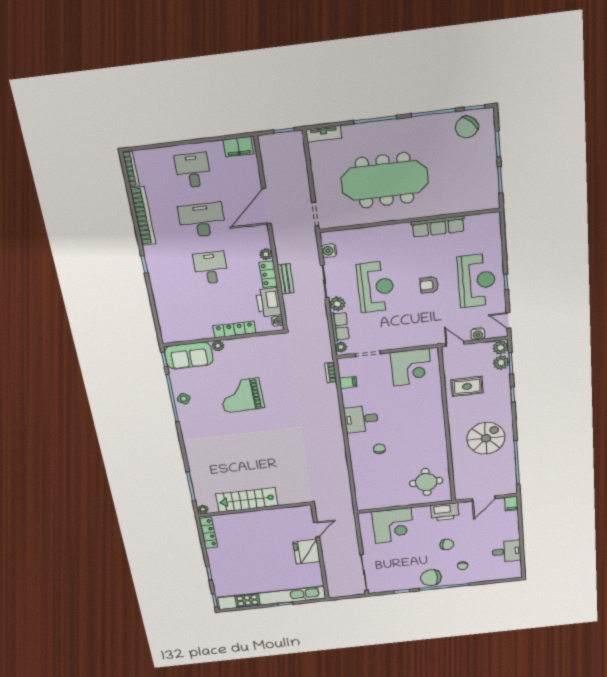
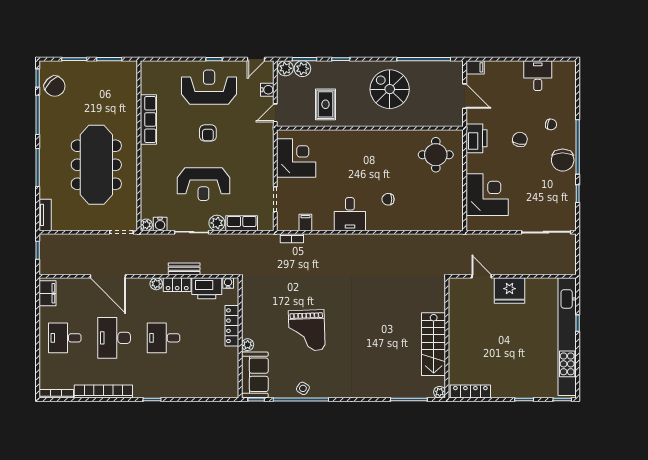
reception desk: (376, 287) -> (203, 184), turned 180
plant: (341, 347) -> (146, 225), moved

